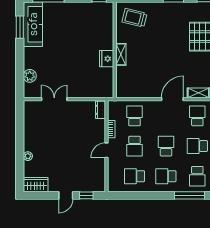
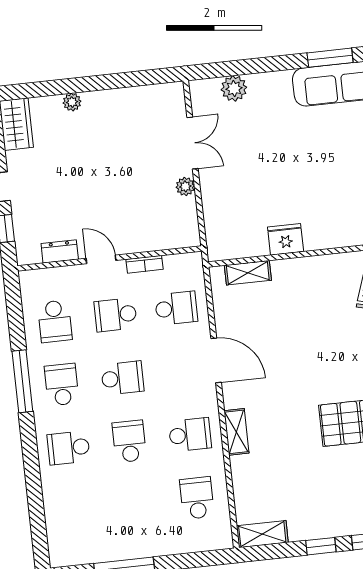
shelving: (121, 54) -> (248, 273), moved
door: (172, 99) -> (216, 360), moved
plant: (75, 105) -> (185, 186), added
dresser: (100, 110) -> (60, 251), moved
school desk: (134, 176) -> (55, 321), turned 180
window: (189, 195) -> (22, 381), moved

